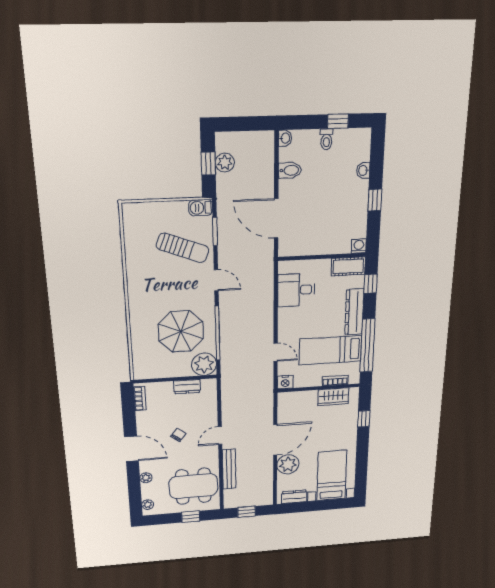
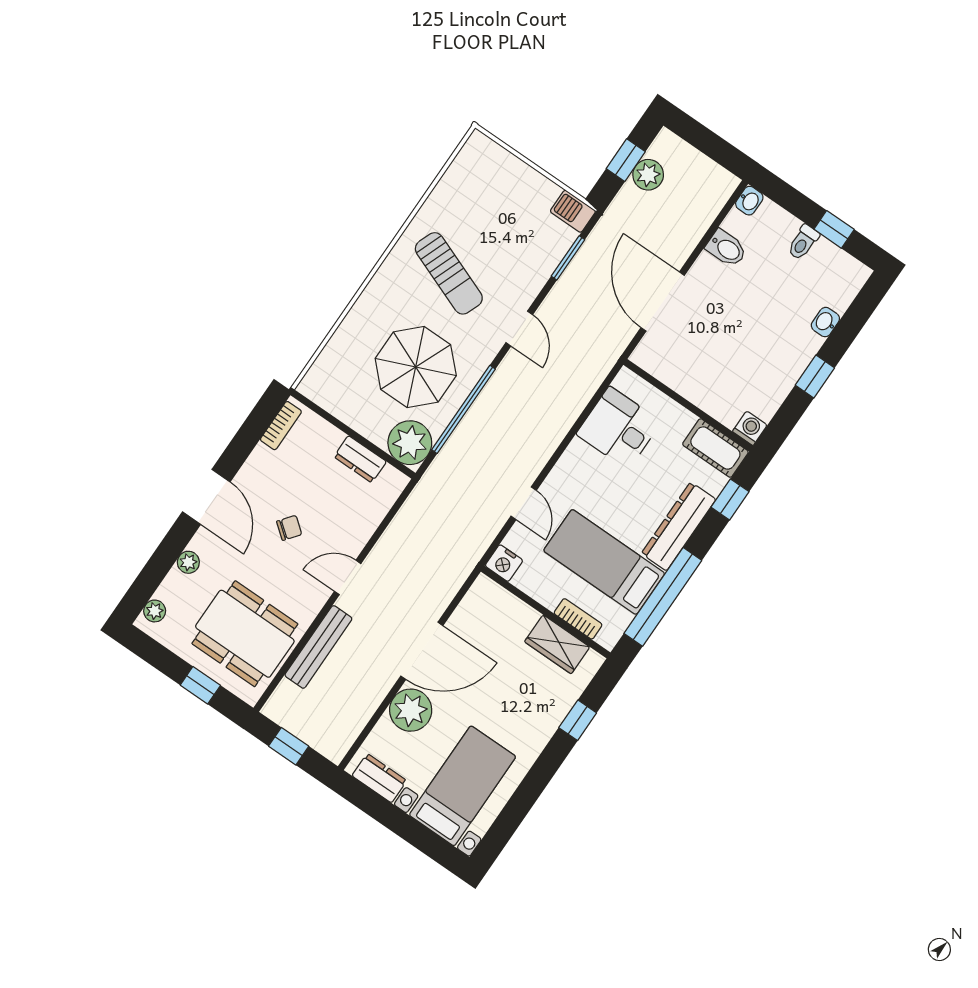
sun lounger: (183, 248) -> (449, 273), moved

